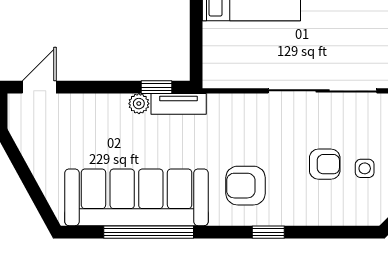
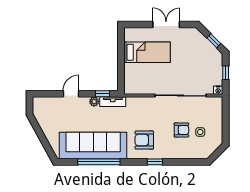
door: (39, 87) -> (71, 94), moved

